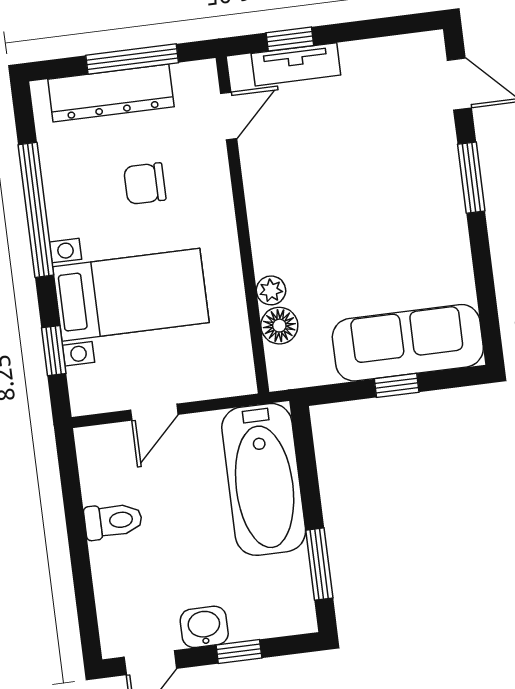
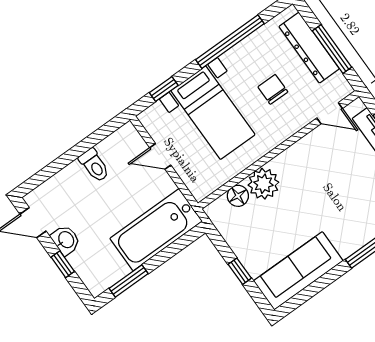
plant: (271, 290) -> (263, 184), width x1.88, depth x1.88
sofa: (408, 343) -> (298, 271), moved, turned -90

